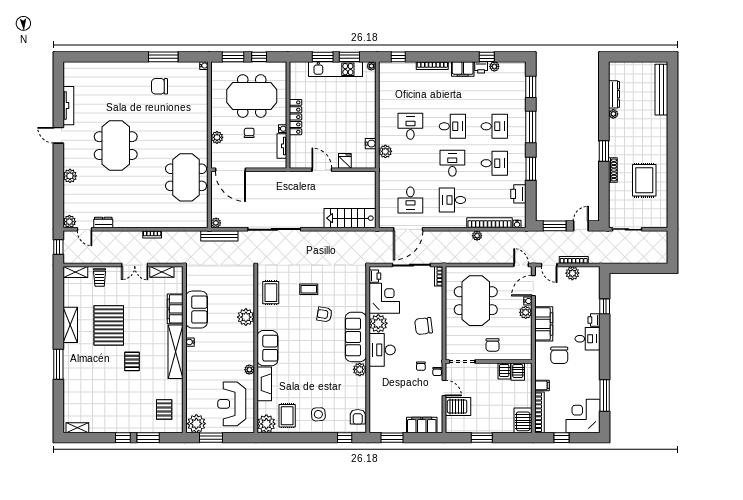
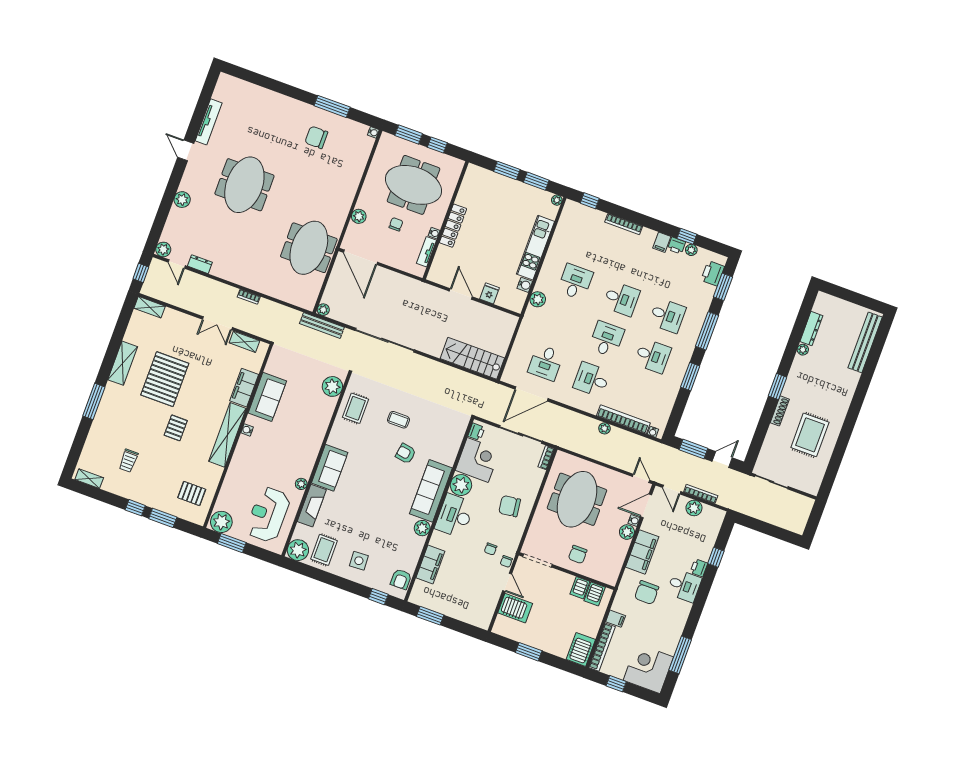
kitchen unit: (336, 69) -> (535, 248), moved, turned 90
filing cabinet: (463, 69) -> (662, 242), width x0.50
printer: (518, 194) -> (713, 273), moved
trolley: (100, 278) -> (128, 461), moved
plant: (246, 317) -> (332, 386), moved
pallet: (164, 409) -> (192, 493), turned 90
filing cabinet: (422, 425) -> (430, 564), moved, turned 90

